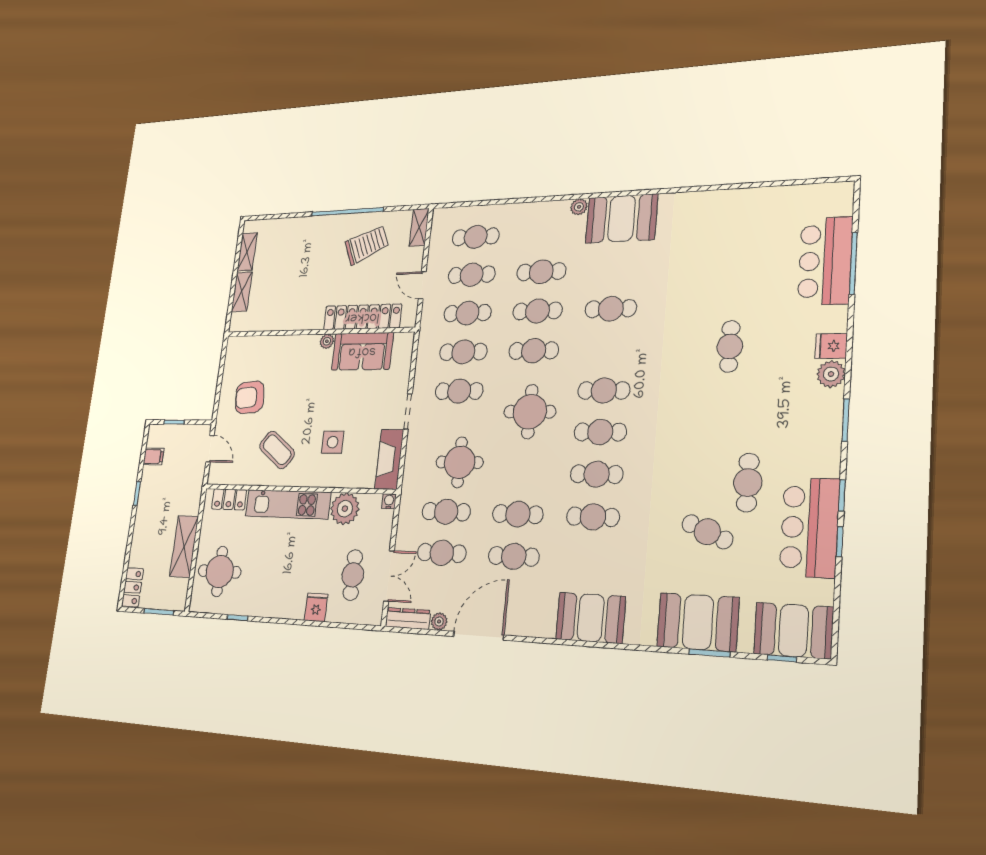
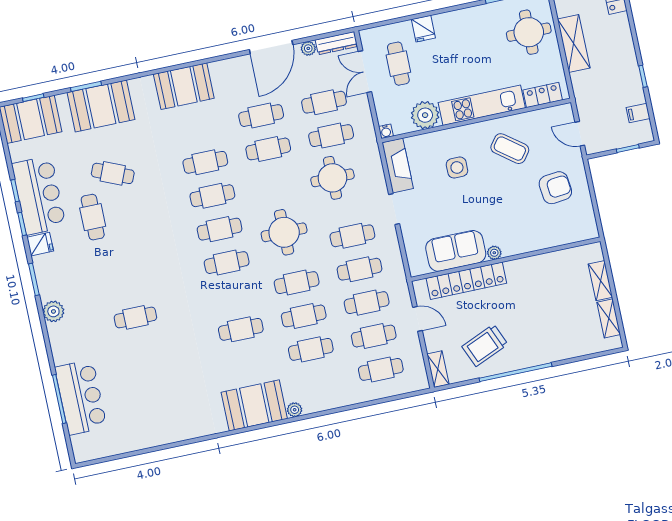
cafe table: (730, 346) -> (135, 317), turned 90
fridge: (831, 346) -> (40, 244), moved

